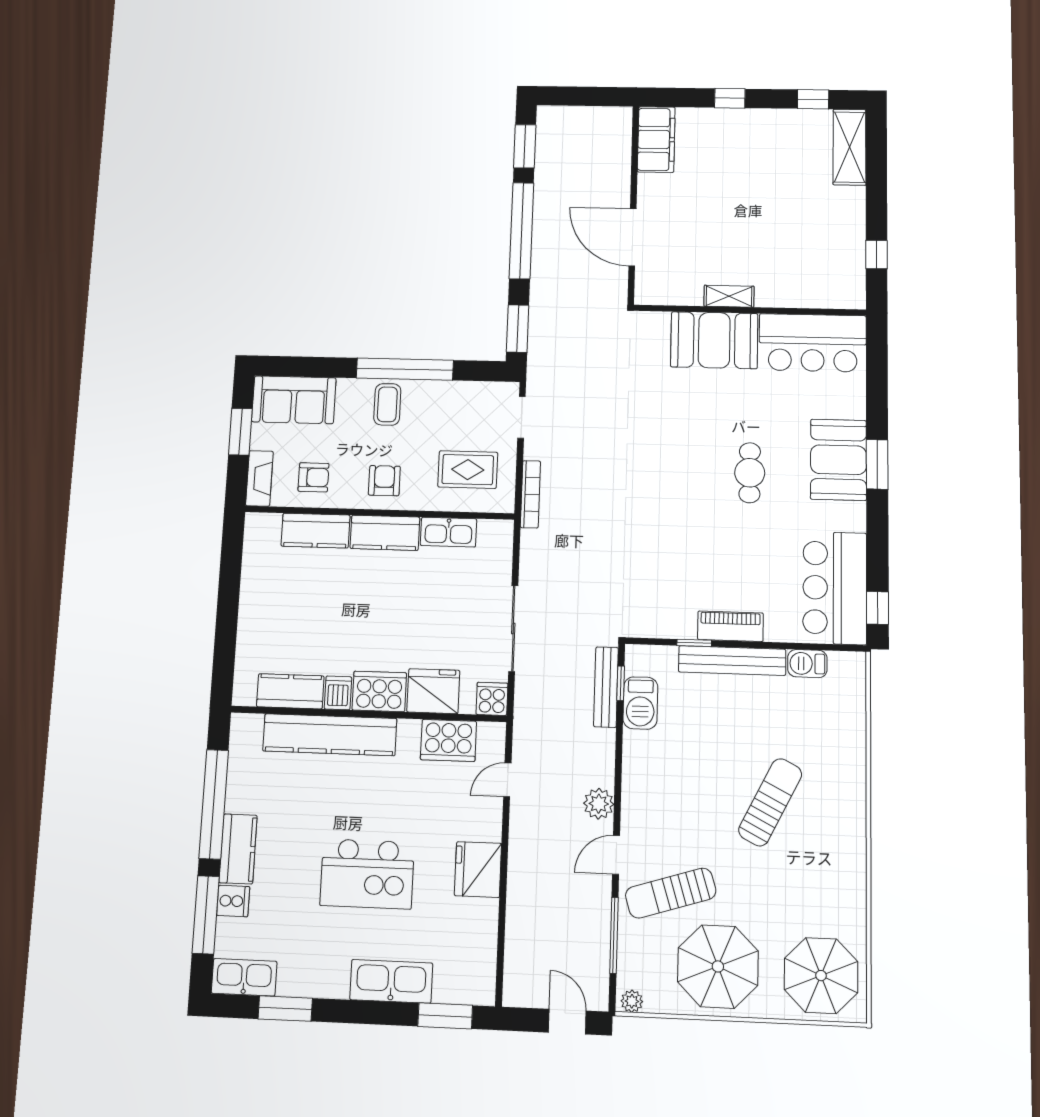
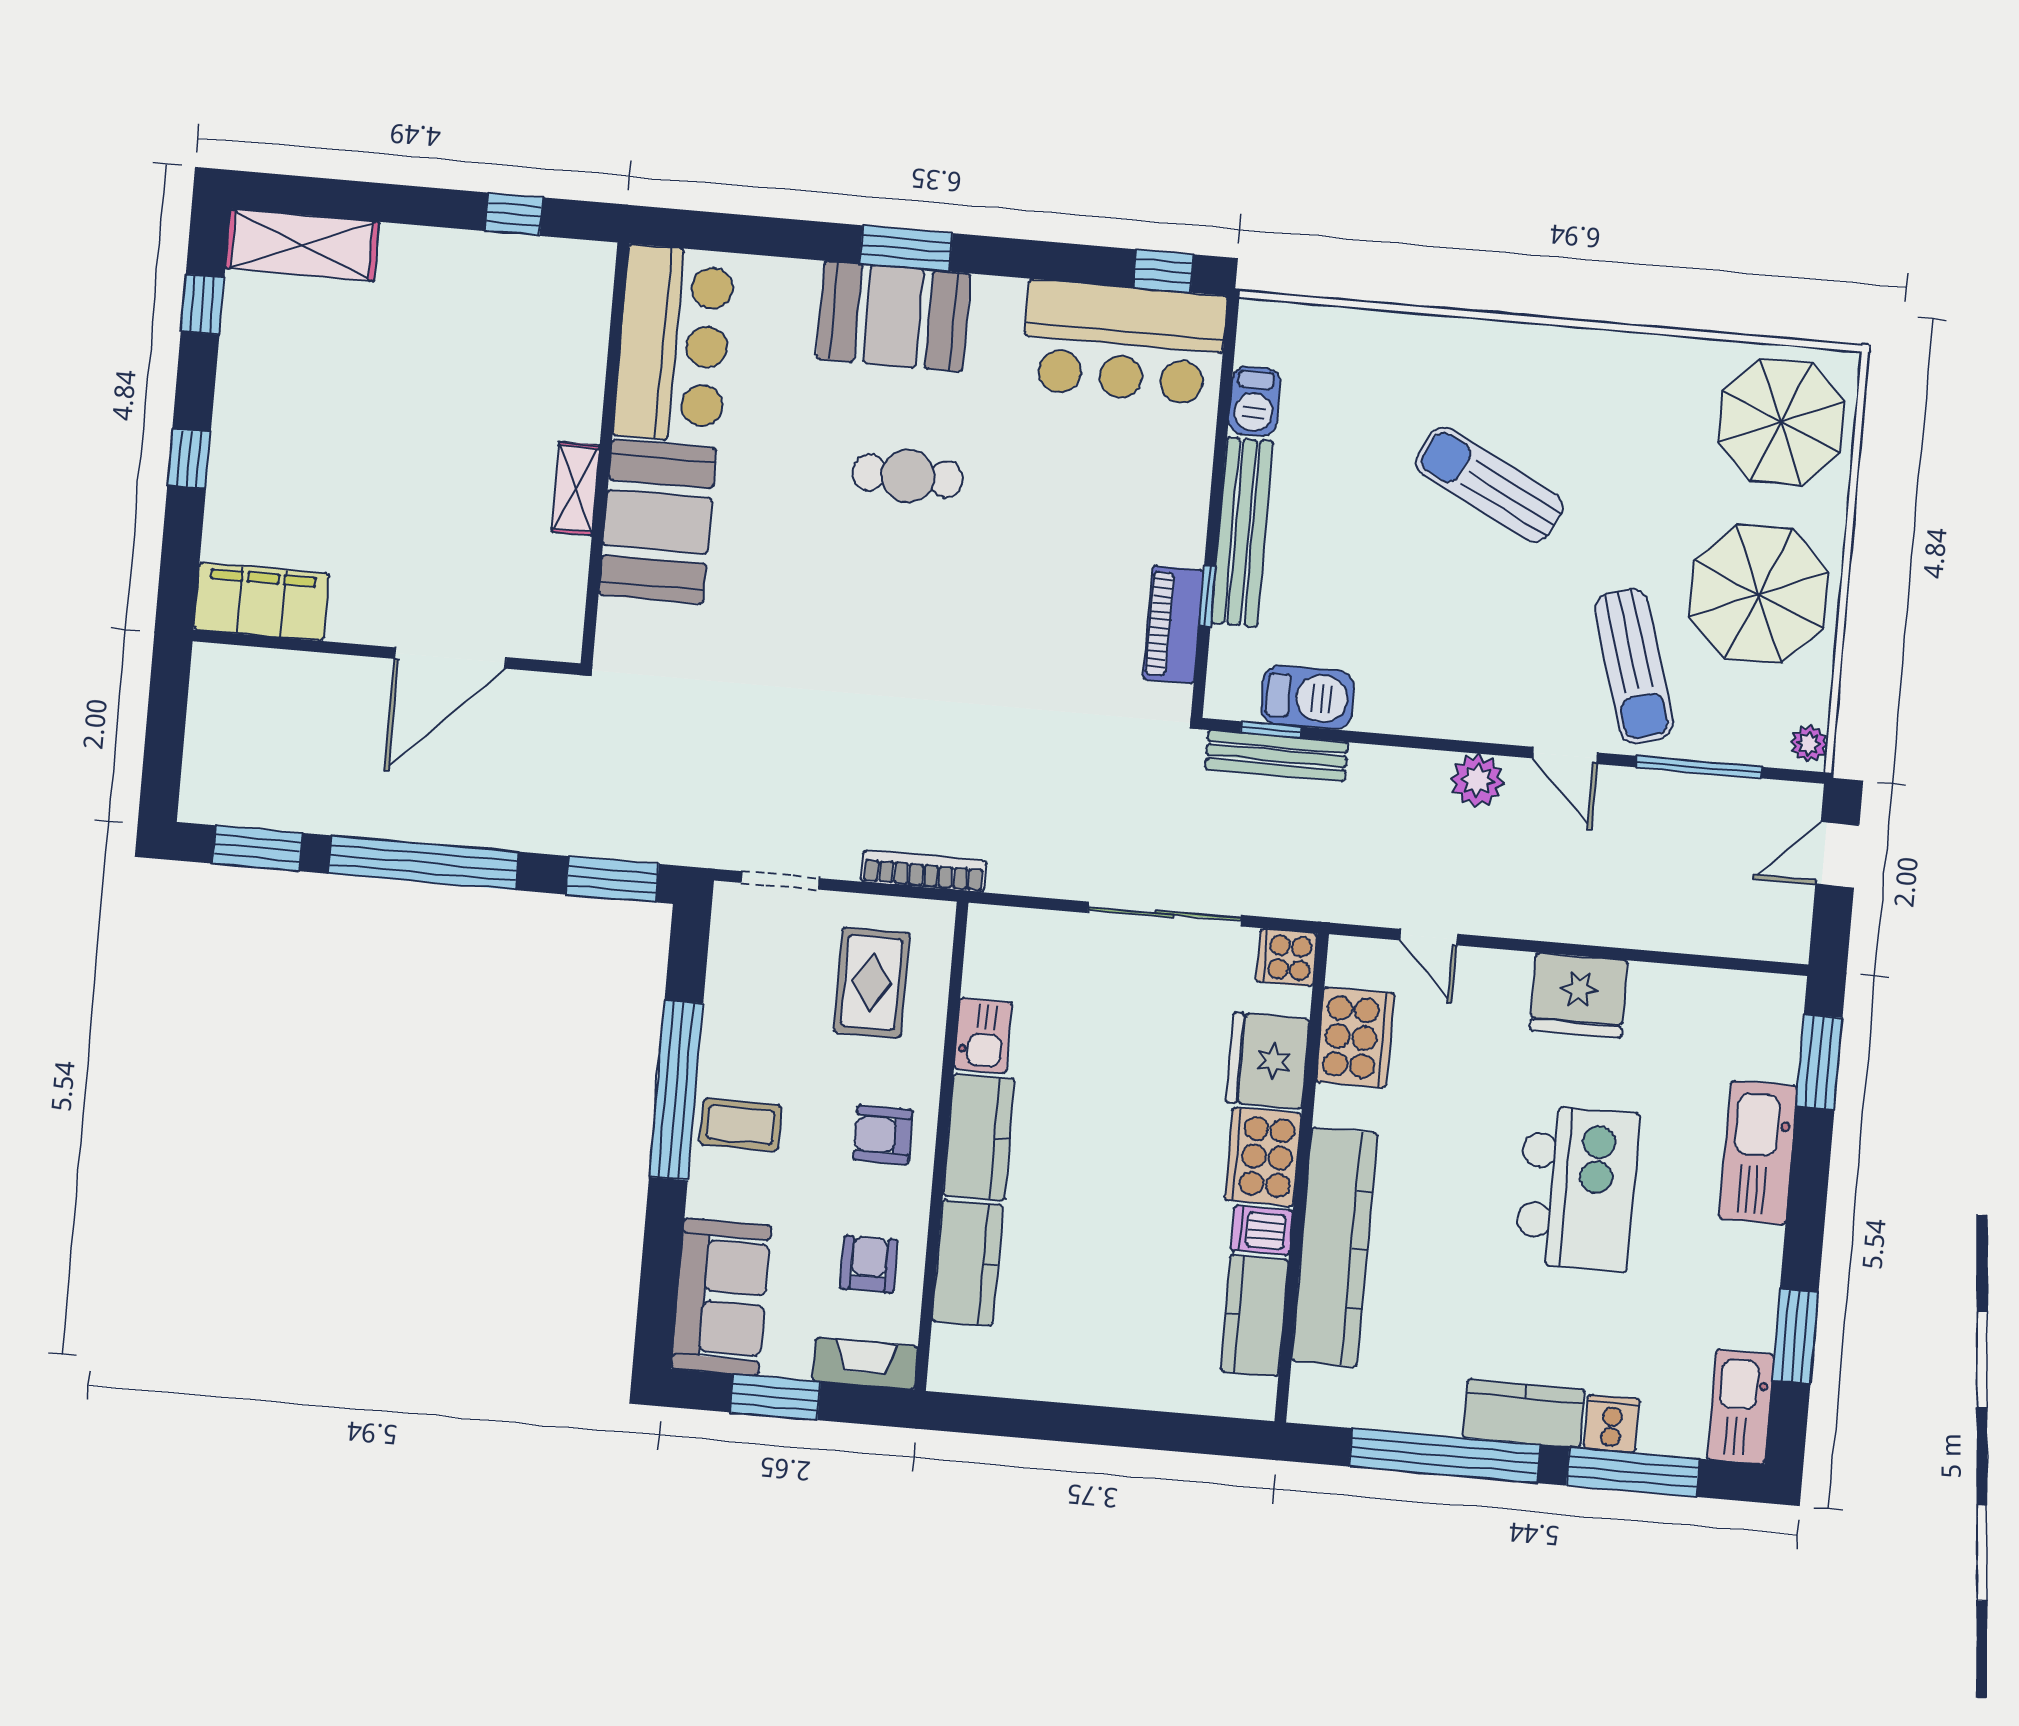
kitchen sink: (449, 532) -> (983, 1036), width x0.73
piano: (730, 626) -> (1173, 625), moved

